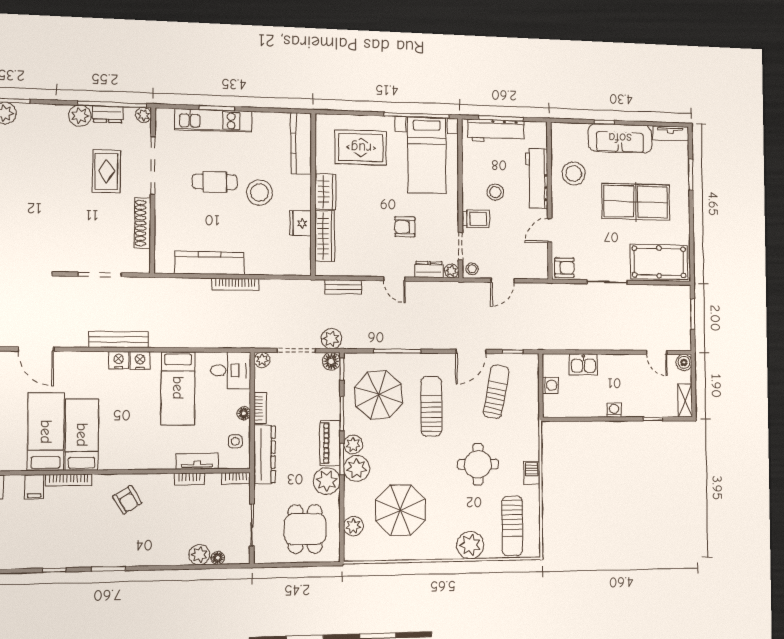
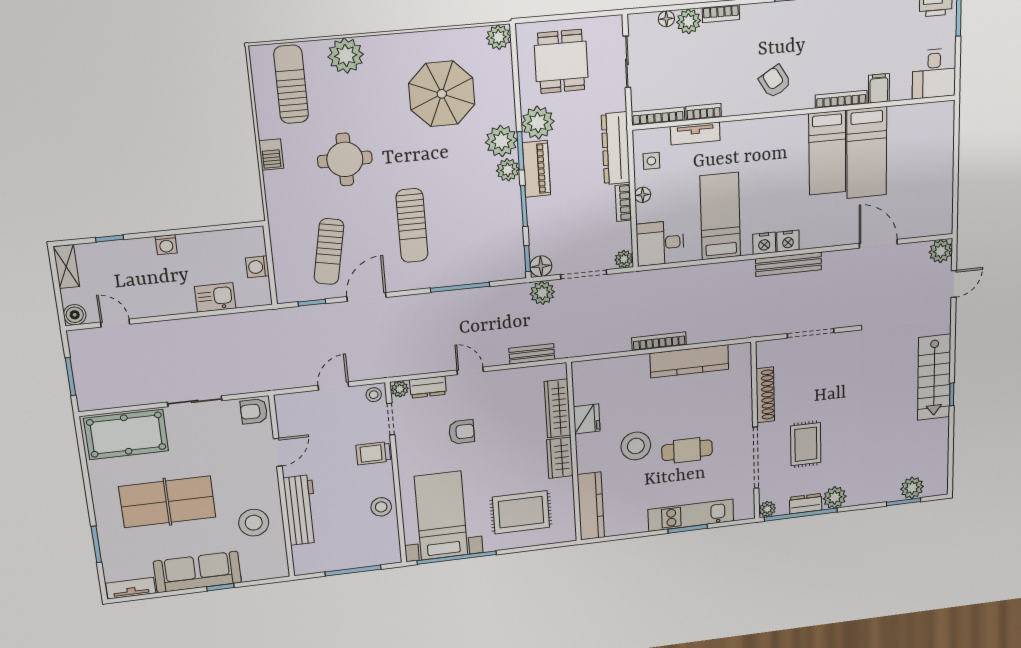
workbench: (496, 131) -> (358, 556), removed
stool: (495, 192) -> (381, 507), moved
parasol: (379, 395) -> (480, 232), removed
bookcase: (236, 478) -> (658, 116), width x1.56
plant: (353, 526) -> (499, 37), moved
bookcase: (172, 559) -> (721, 14), added

